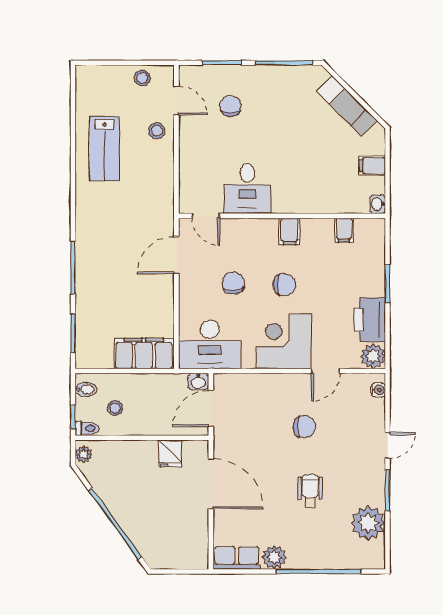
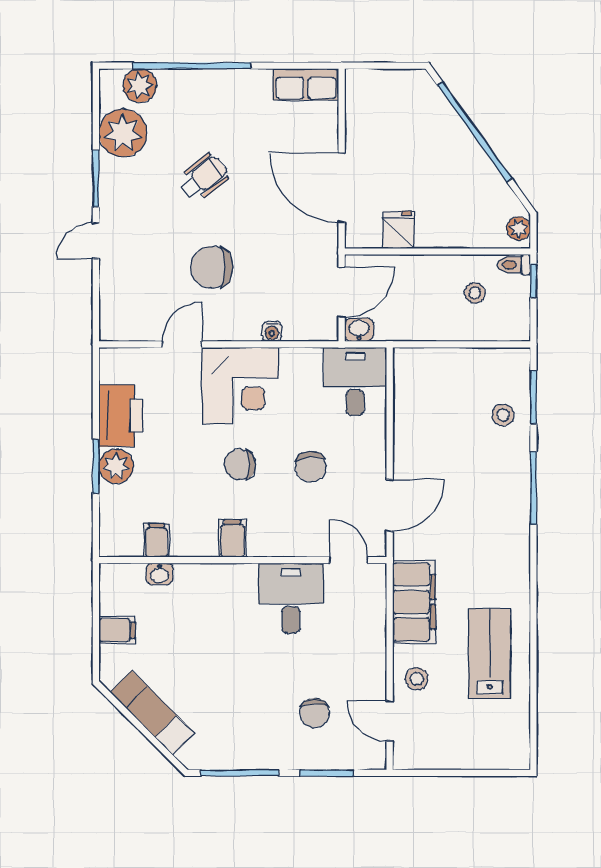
stool: (142, 78) -> (503, 415), moved
washbasin: (378, 204) -> (160, 574), moved, turned 90
desk: (210, 344) -> (355, 381), width x0.73
filing cabinet: (144, 353) -> (414, 602), moved, turned -90
plant: (373, 356) -> (116, 466), moved
bidet: (86, 389) -> (516, 319), removed
water cooler: (378, 390) -> (272, 331), moved, turned -90
chair: (304, 427) -> (212, 267), width x1.37, depth x1.37
wheelchair: (310, 491) -> (203, 178), turned -128
plant: (274, 557) -> (140, 86), moved

